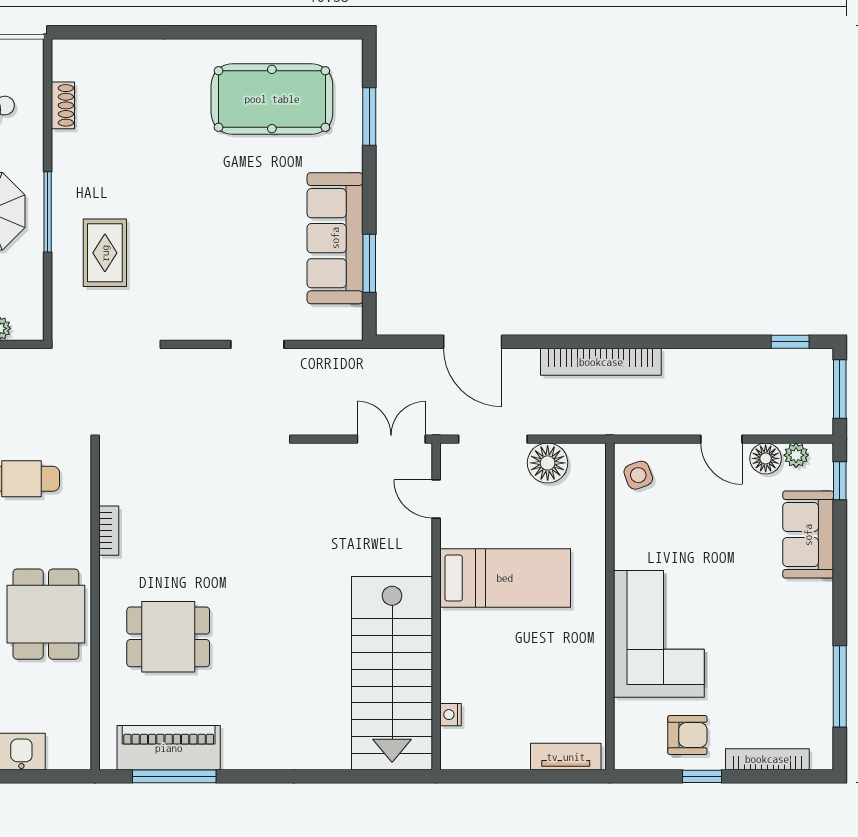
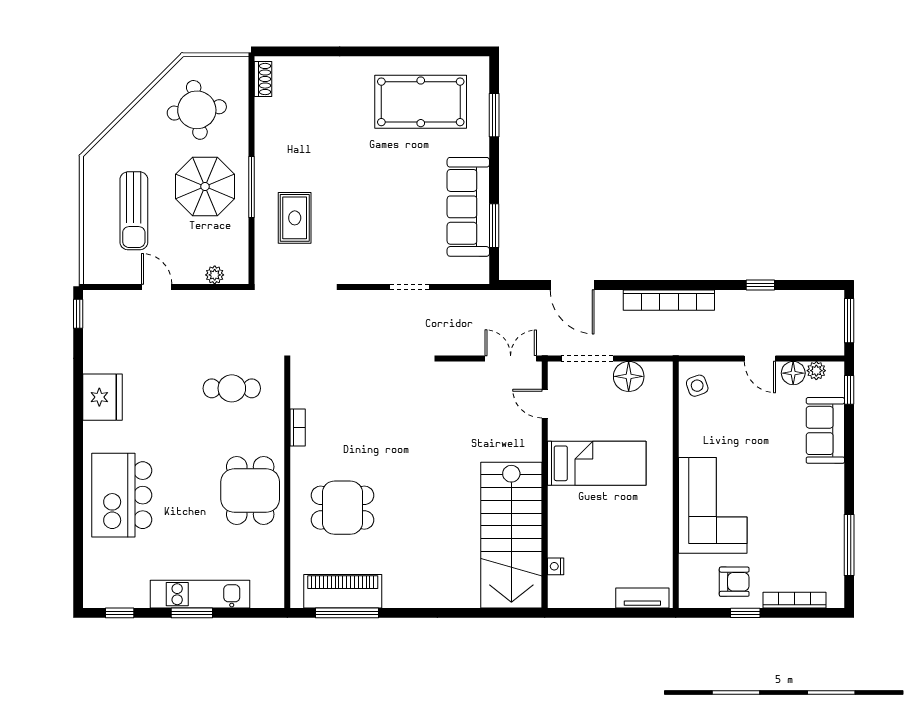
shoe rack: (63, 105) -> (263, 79), moved
window: (790, 342) -> (760, 285), moved

